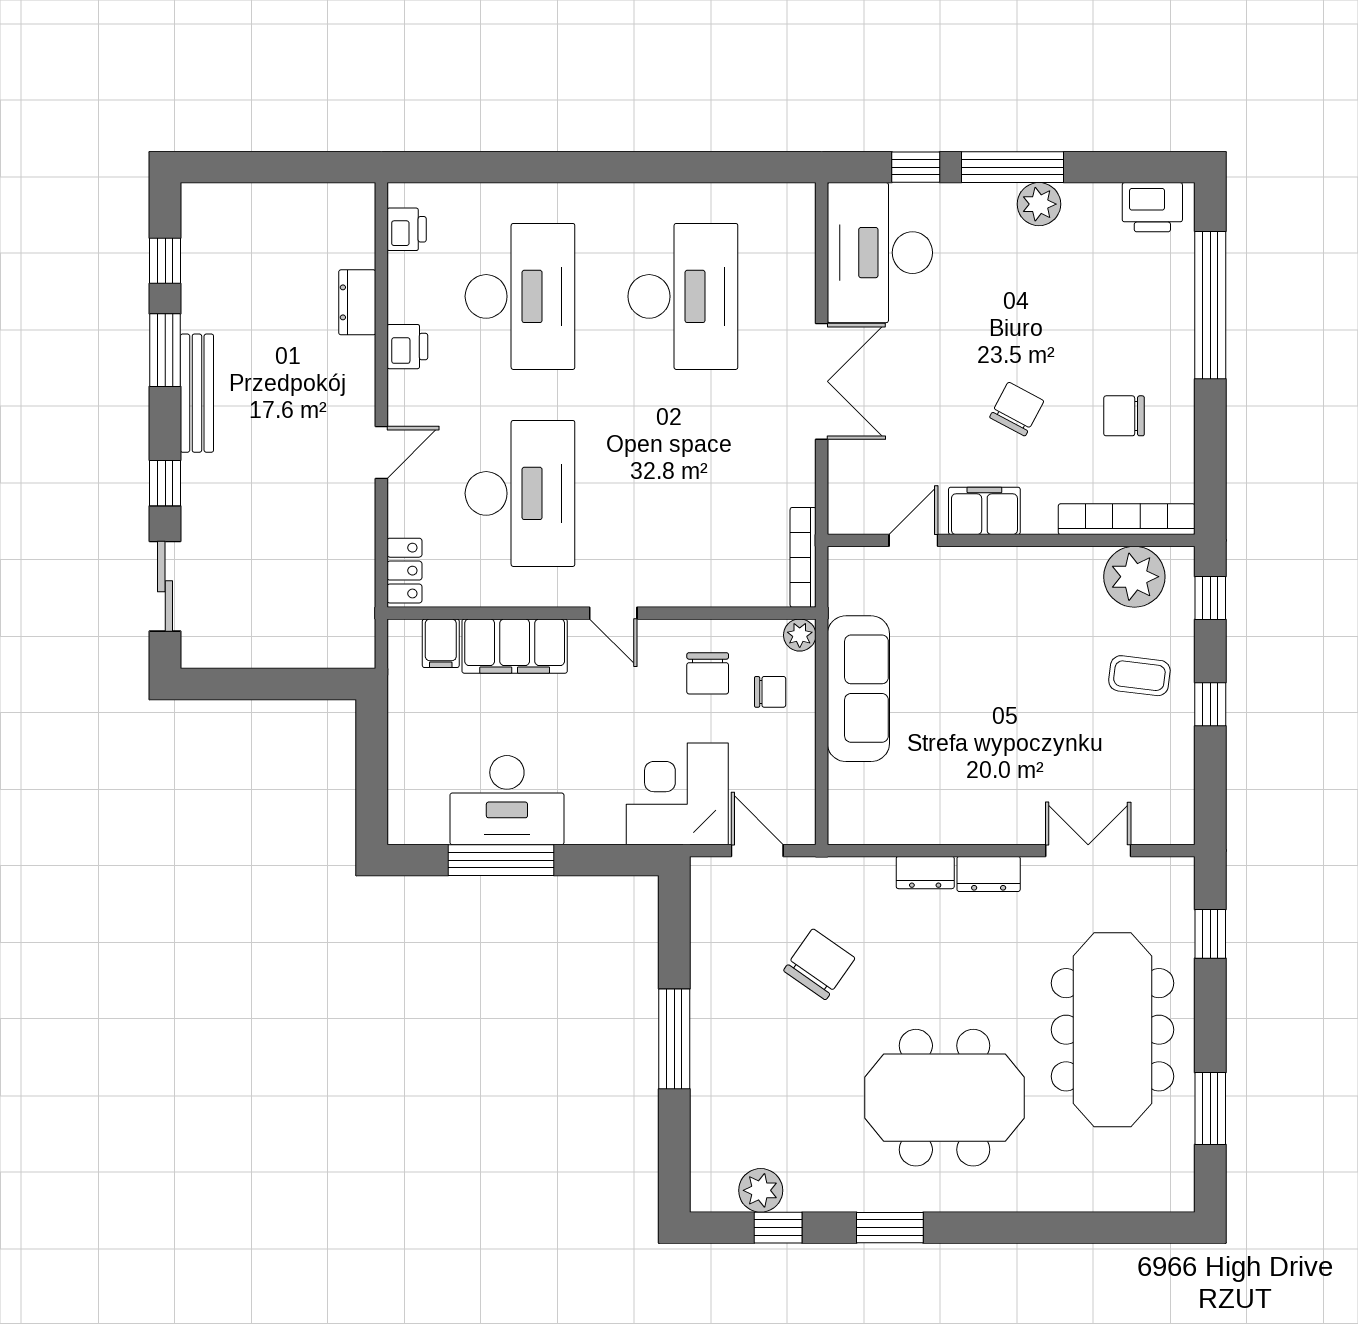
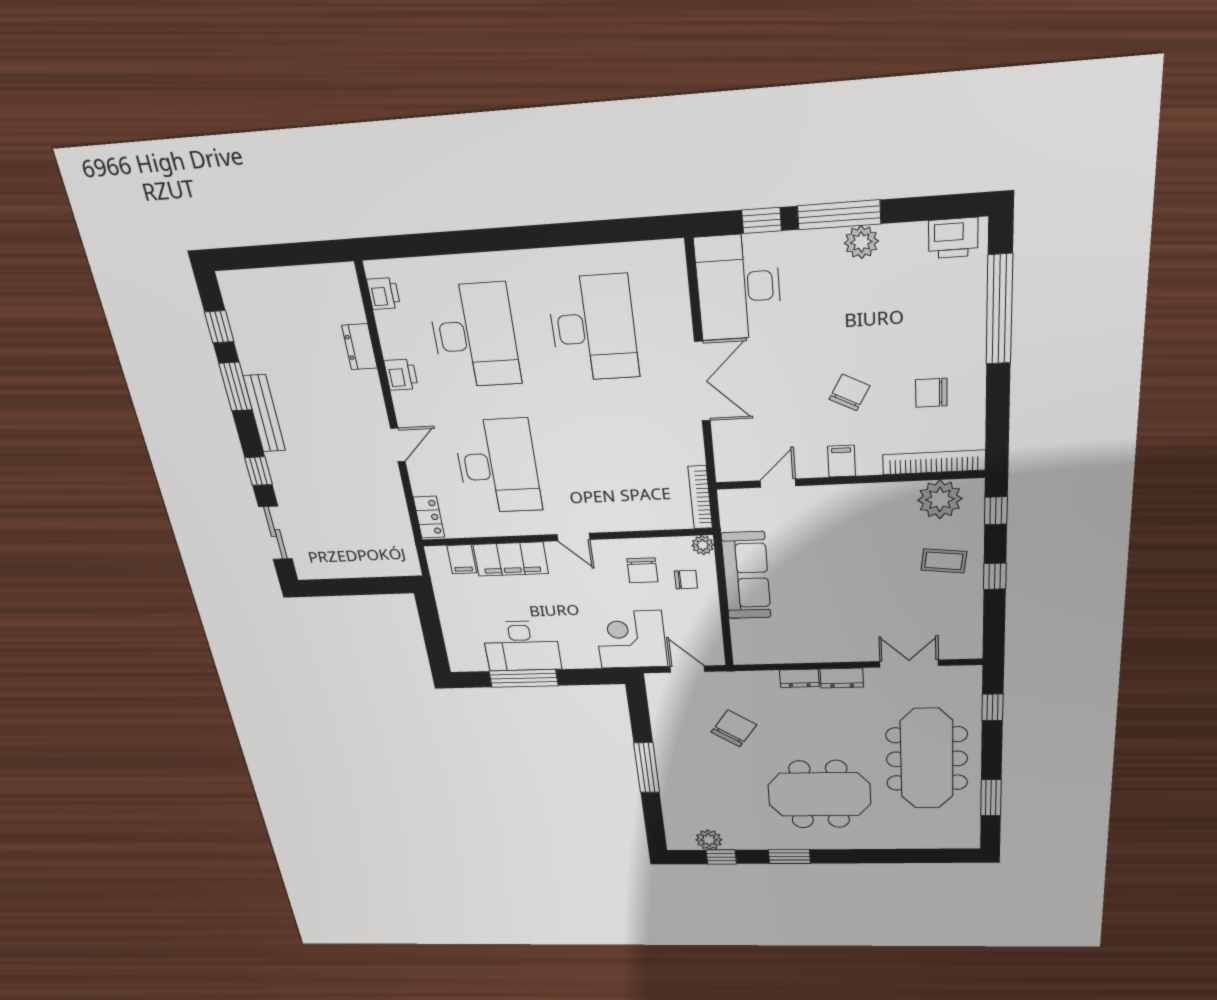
filing cabinet: (984, 511) -> (842, 461), width x0.50

